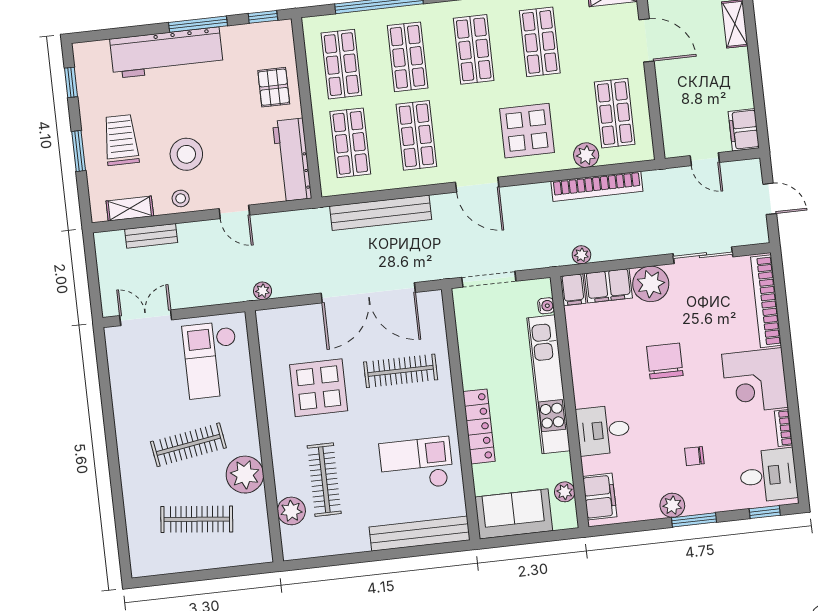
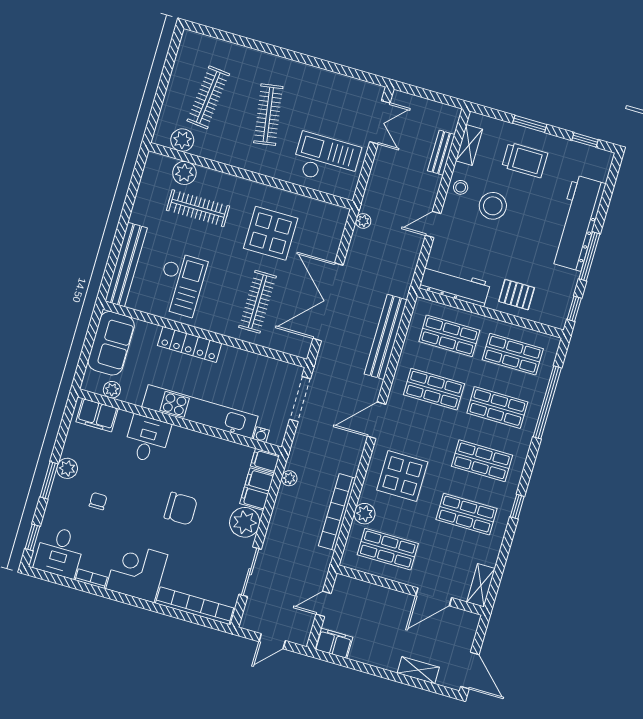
plant: (245, 475) -> (182, 140), moved, width x0.73, depth x0.73

